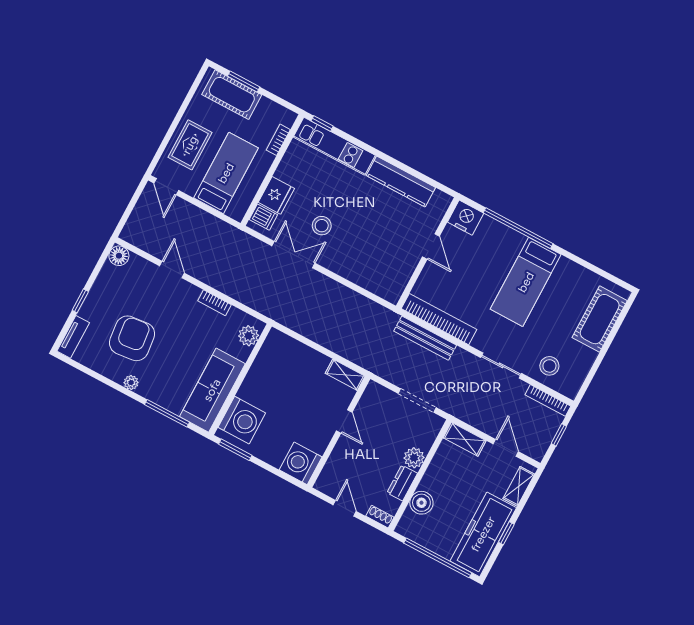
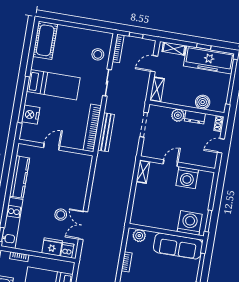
nightstand: (466, 218) -> (31, 115), moved
cot: (600, 319) -> (45, 40), moved, turned 90
washing machine: (301, 463) -> (187, 178), moved

